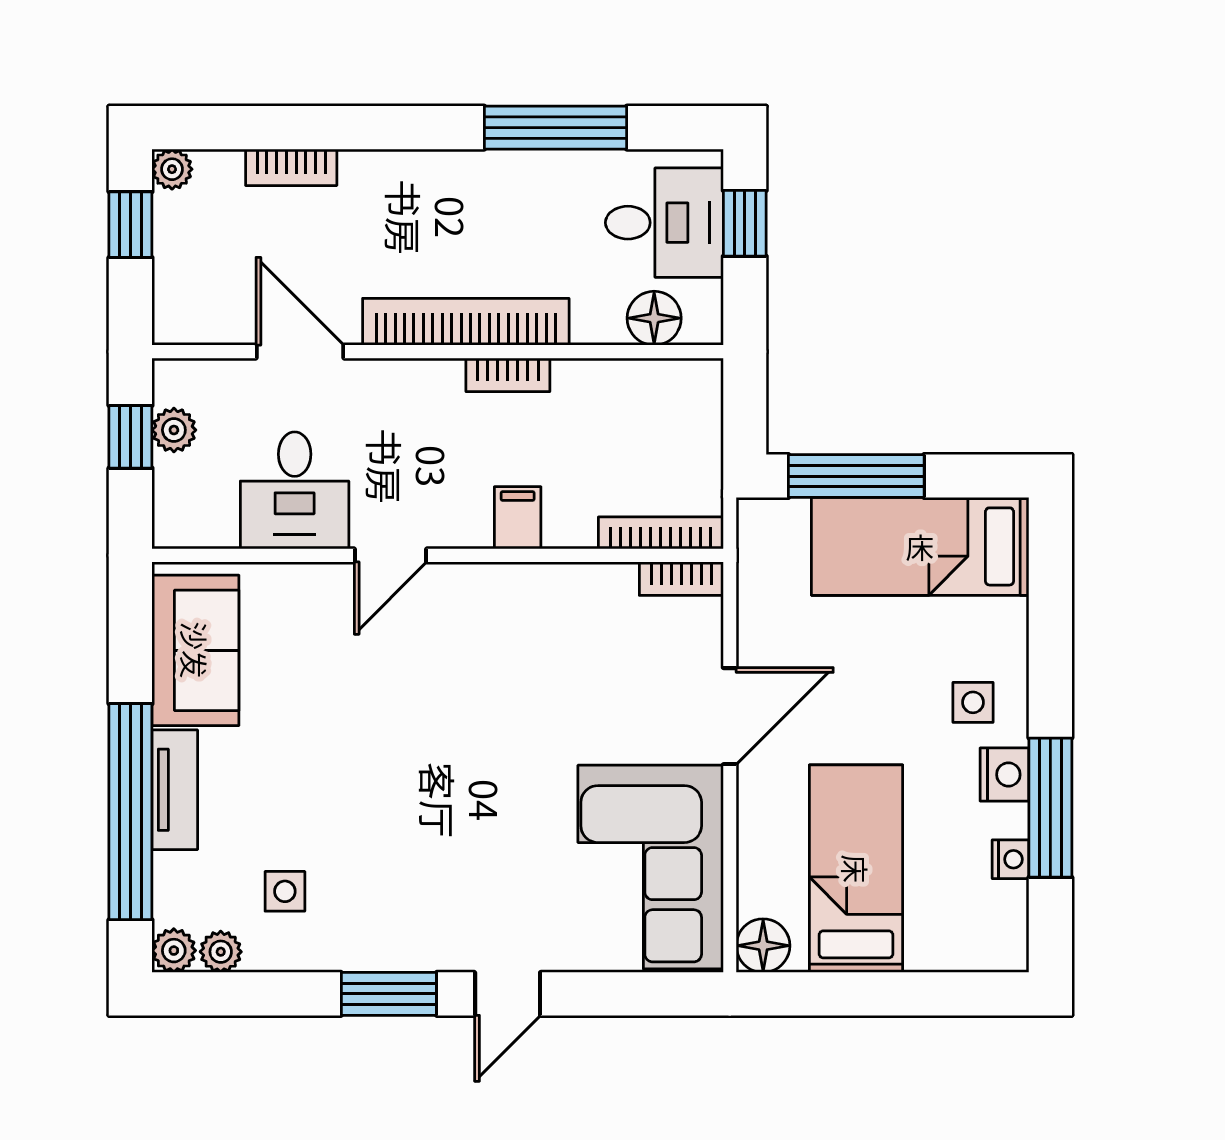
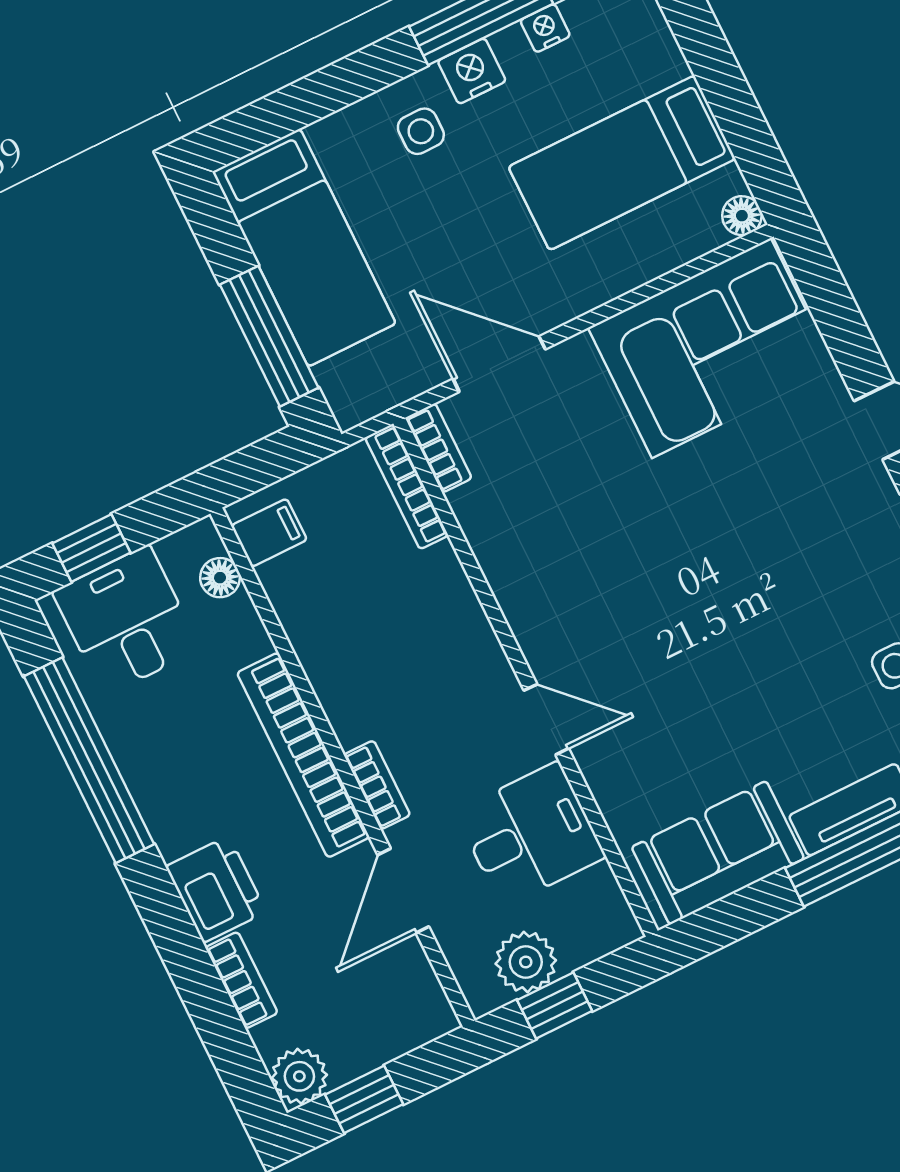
window: (556, 128) -> (89, 760), width x1.46
plant: (172, 169) -> (299, 1076), width x1.38, depth x1.38
printer: (384, 184) -> (216, 889), added
floor lamp: (654, 318) -> (220, 578), width x0.73, depth x0.73
bookcase: (508, 375) -> (377, 785), moved
plant: (174, 430) -> (526, 962), width x1.38, depth x1.38
filing cabinet: (518, 518) -> (269, 533), moved, turned 180
door: (730, 716) -> (499, 364), moved
floor lamp: (763, 946) -> (742, 216), width x0.73, depth x0.73

